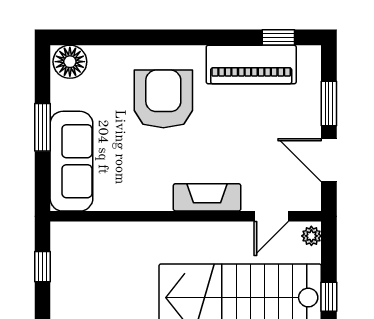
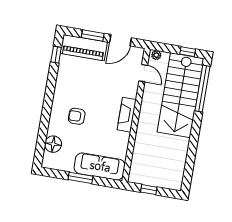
floor lamp: (70, 62) -> (53, 144), moved
piano: (251, 64) -> (84, 48), moved, turned 90
armchair: (163, 99) -> (77, 116), width x0.53, depth x0.53
fireplace: (207, 197) -> (127, 115), moved

